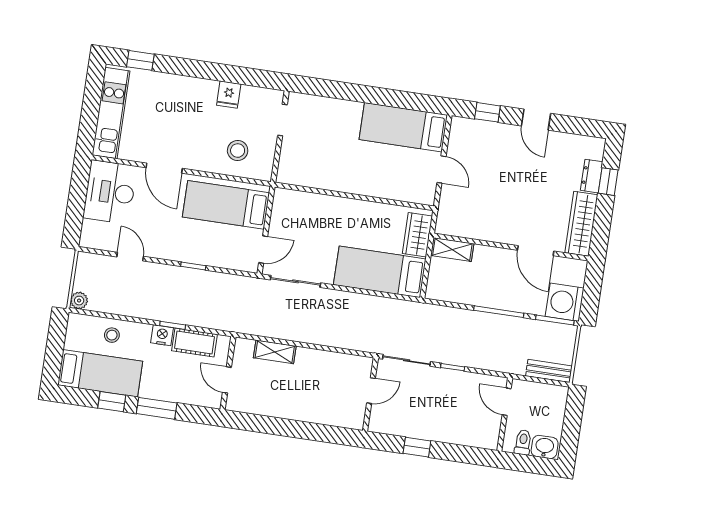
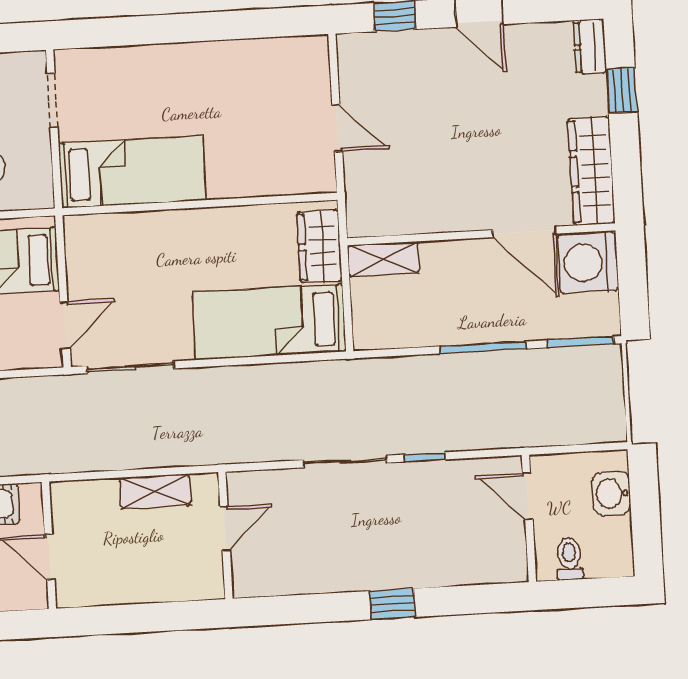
bed: (403, 127) -> (132, 172), moved, turned 180
dresser: (592, 176) -> (590, 47), moved
washing machine: (565, 302) -> (588, 263), moved
shelving: (275, 352) -> (155, 491), moved
bench: (549, 371) -> (588, 430), removed
door: (371, 391) -> (225, 529), moved
wall: (370, 394) -> (225, 535), moved
washbasin: (545, 447) -> (612, 493), moved, turned -90

